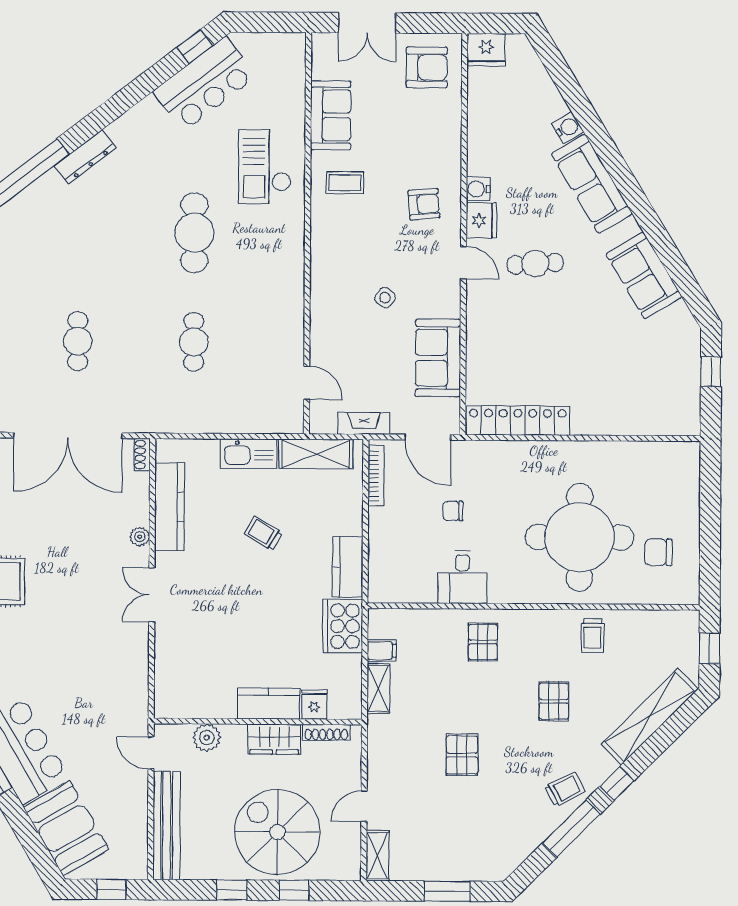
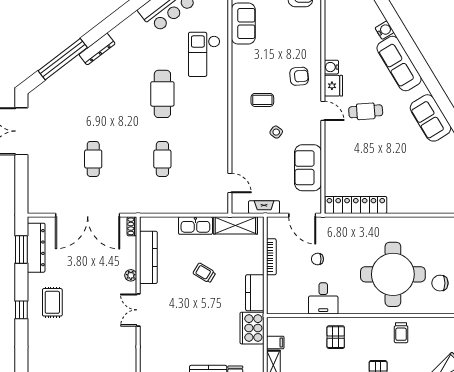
coffee table: (345, 183) -> (262, 100), moved
bookcase: (376, 476) -> (271, 257), moved

